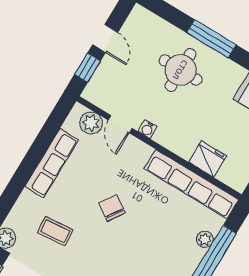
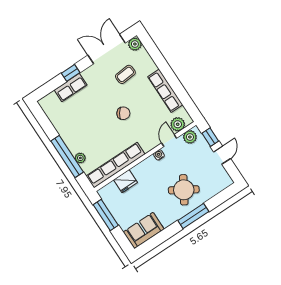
door: (105, 38) -> (222, 155), swing flipped
round table: (181, 70) -> (184, 190), turned 31
plant: (101, 97) -> (190, 137), added
door: (120, 124) -> (169, 141), hinge flipped

